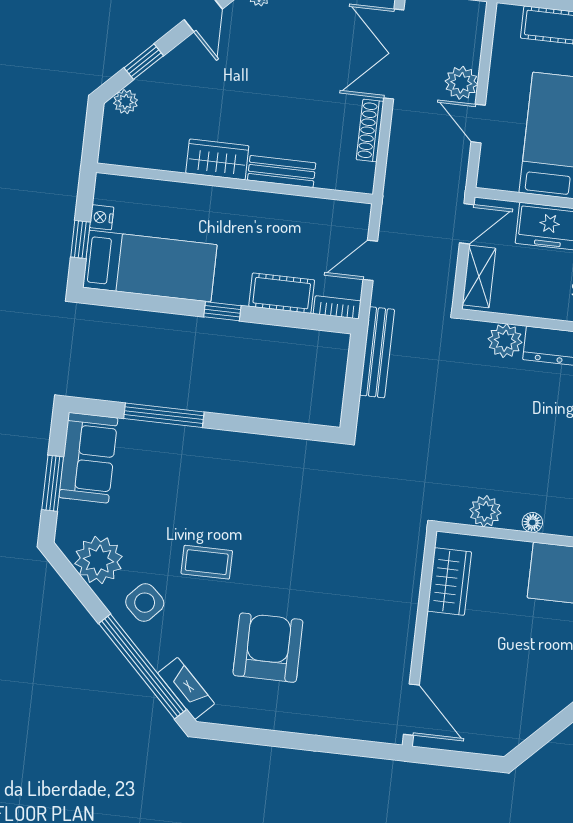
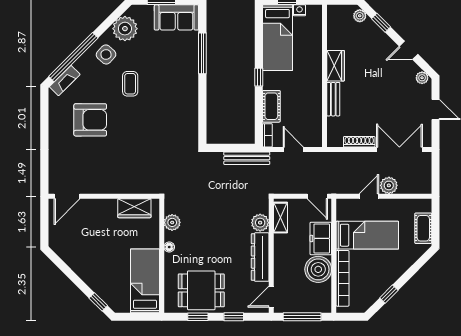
shelving: (479, 277) -> (281, 218), moved, turned 90

